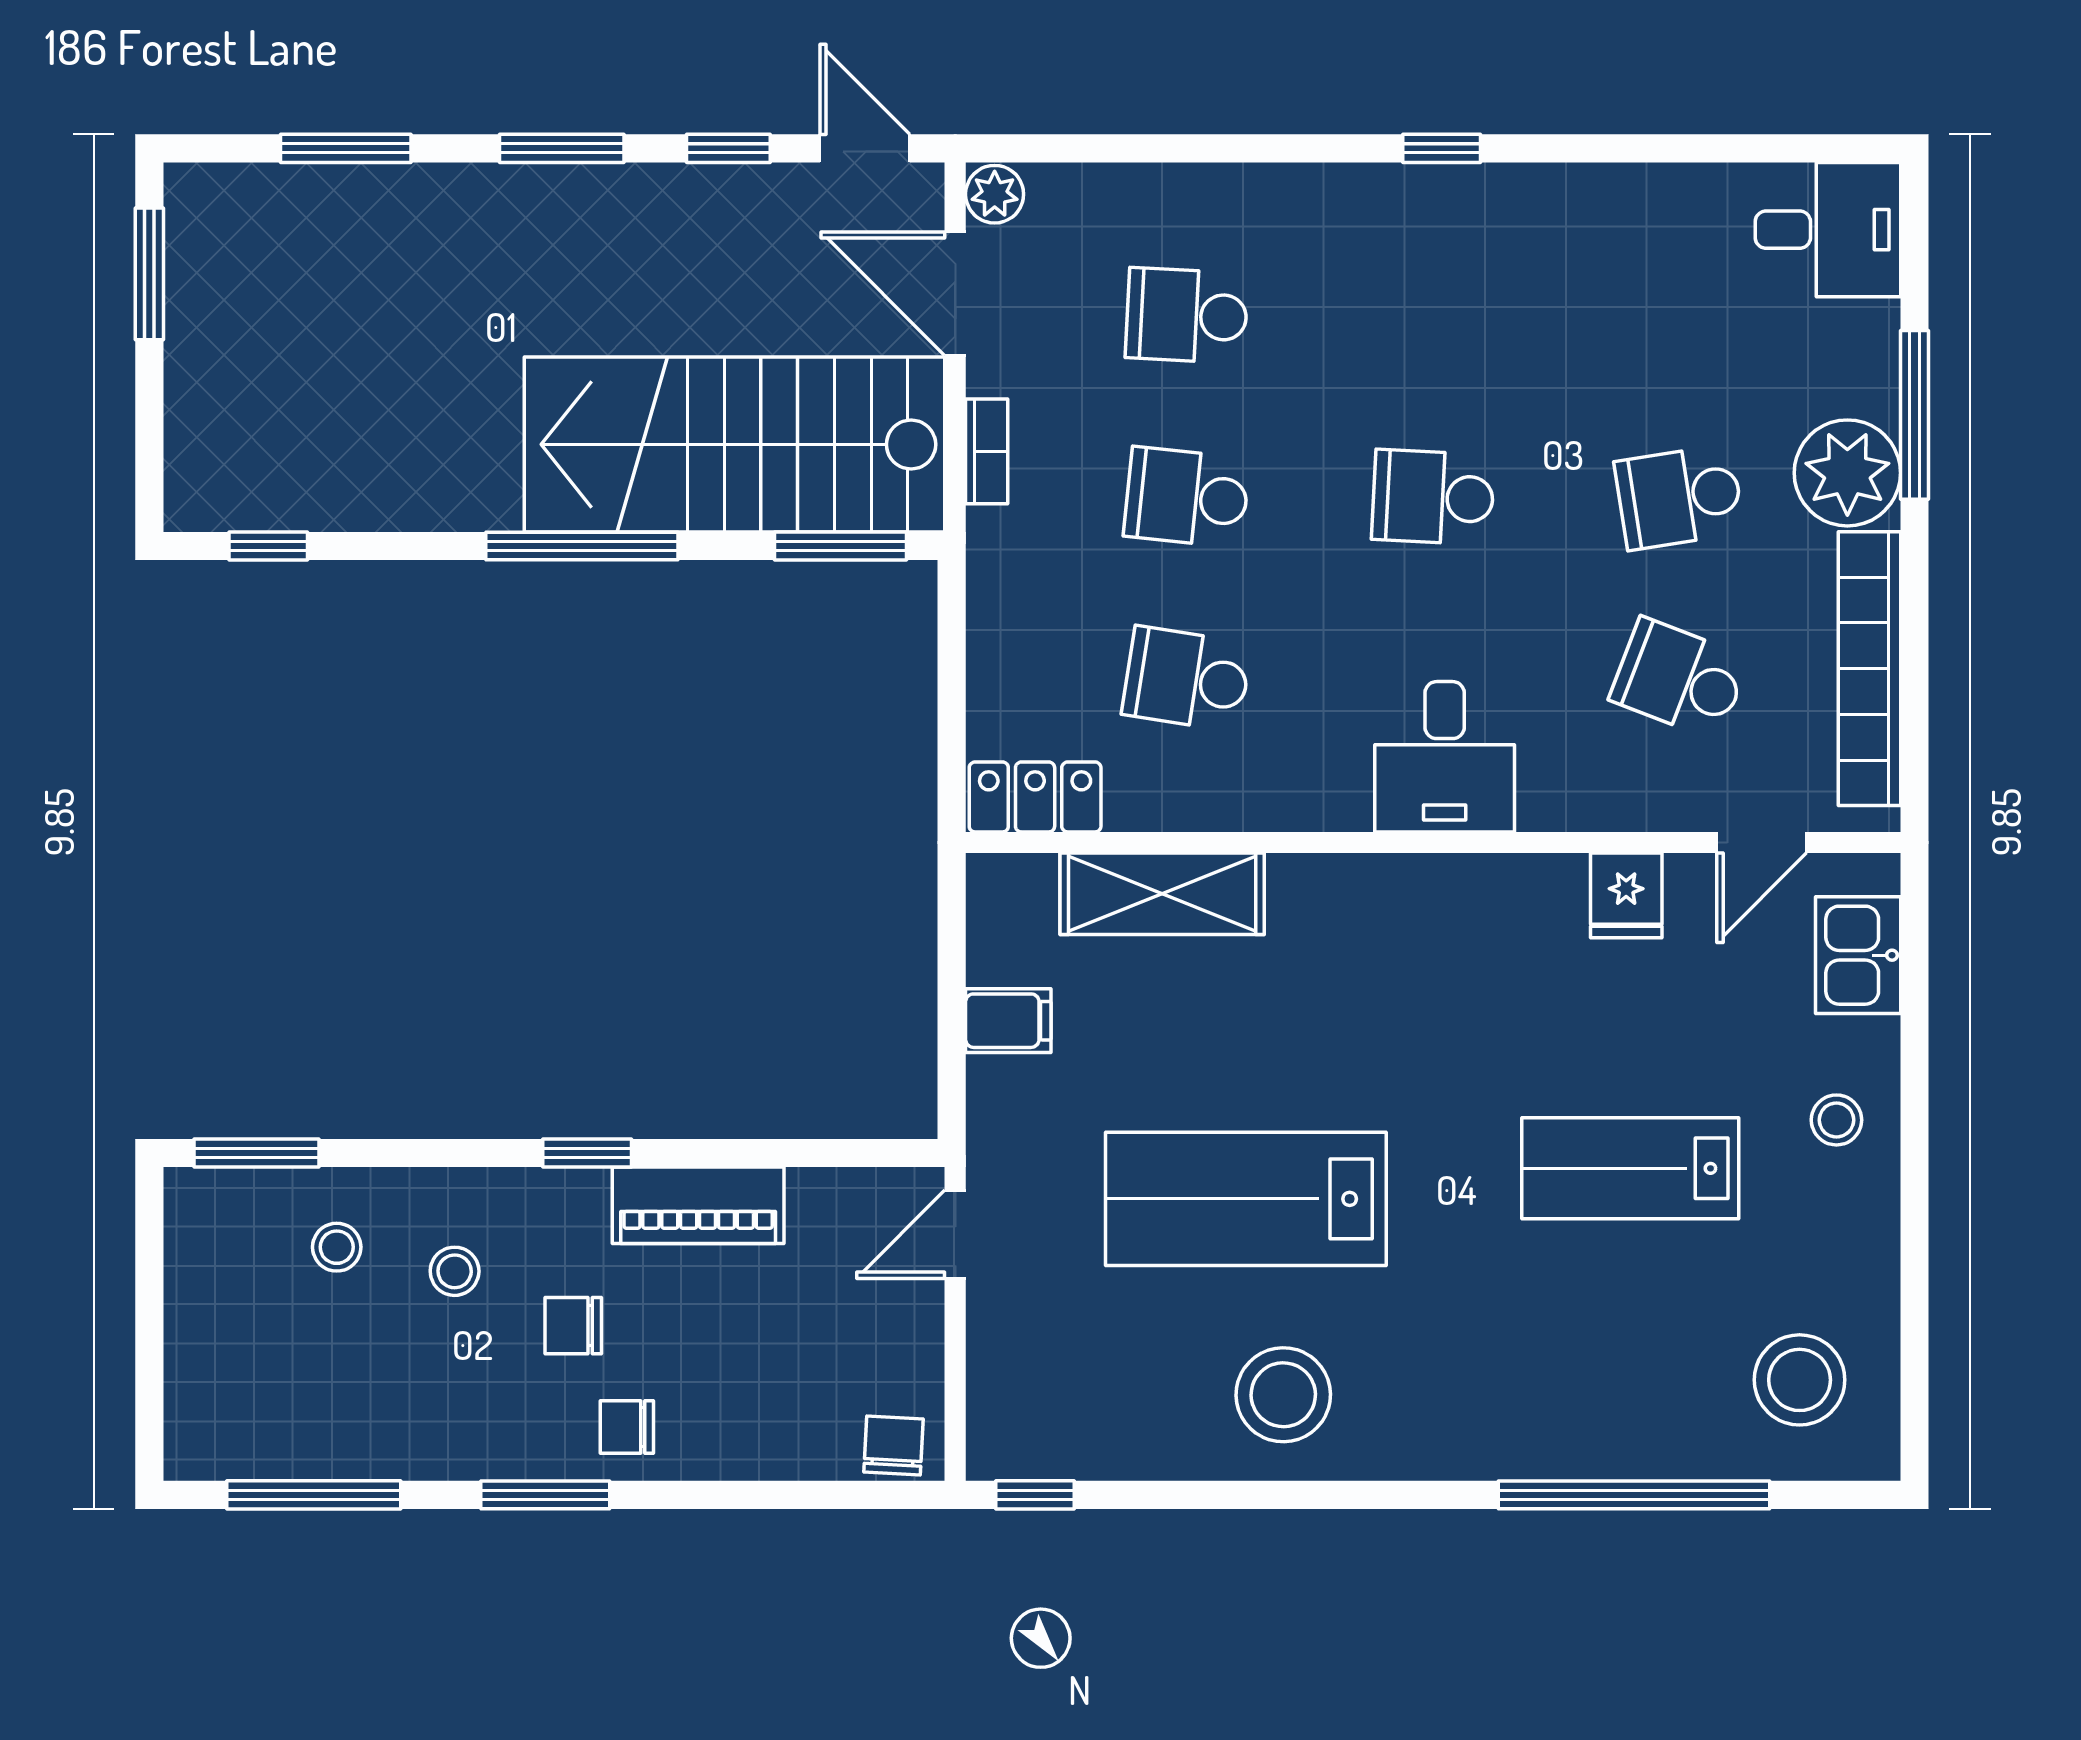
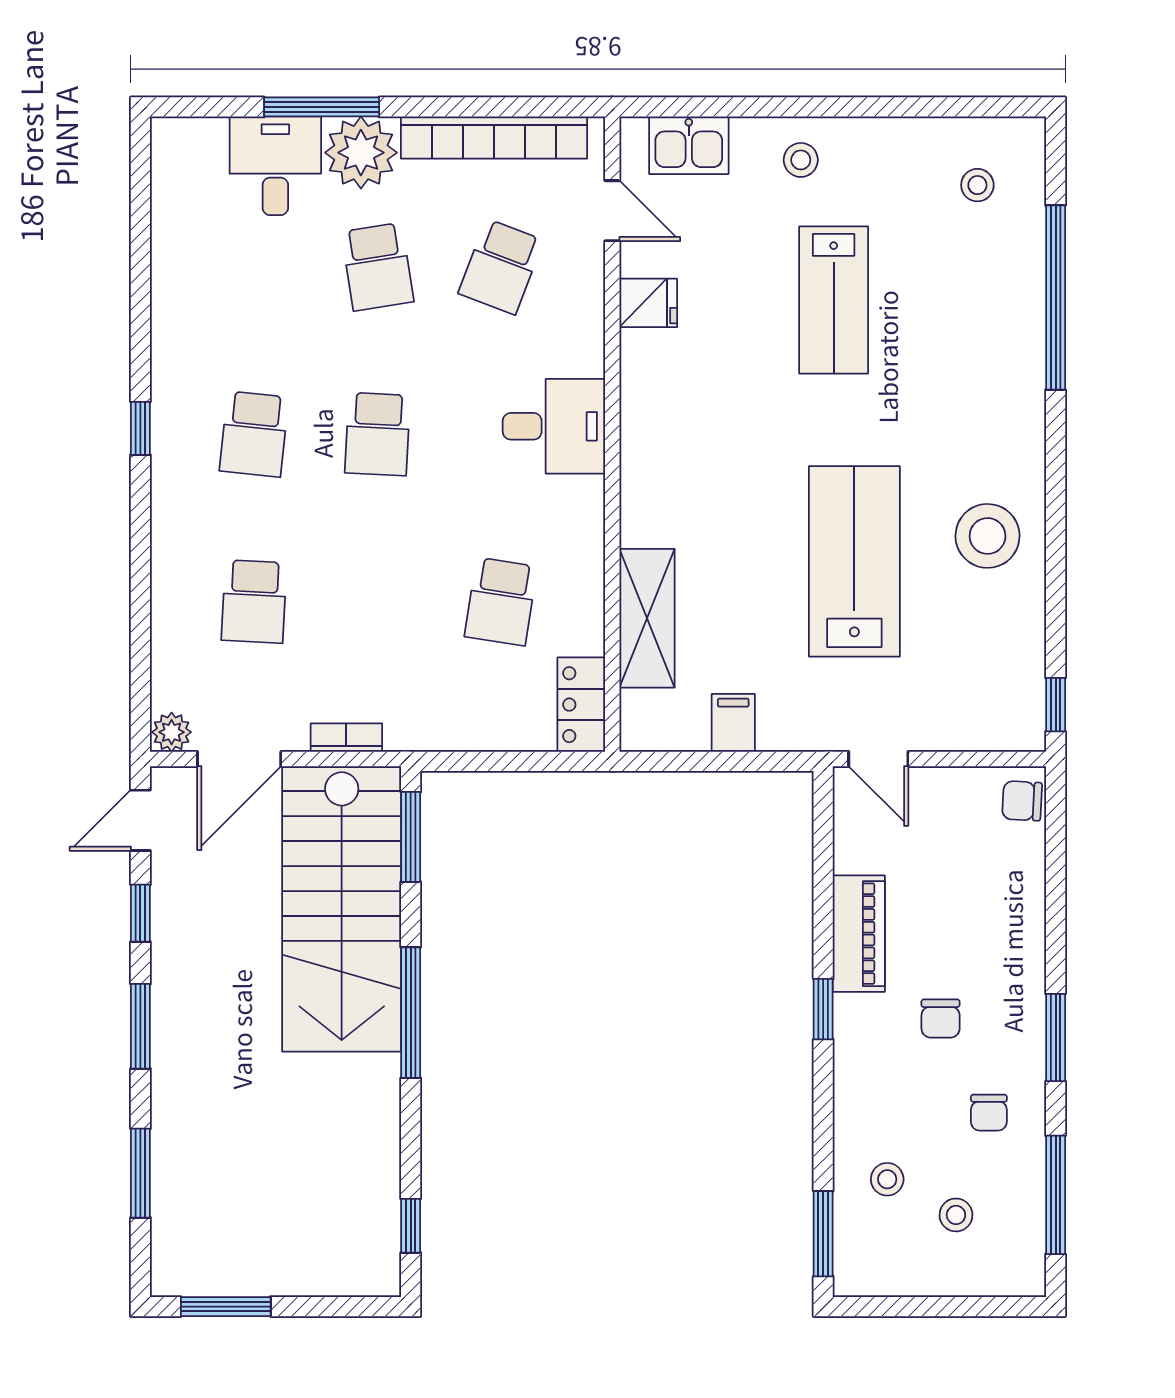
desk: (1828, 230) -> (275, 166), moved
school desk: (1187, 497) -> (254, 434), moved
lab bench: (1246, 1199) -> (854, 561), turned 180
stool: (455, 1271) -> (956, 1215), moved
stool: (1800, 1380) -> (977, 185), width x0.53, depth x0.53
chair: (627, 1427) -> (989, 1113), moved

